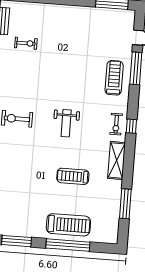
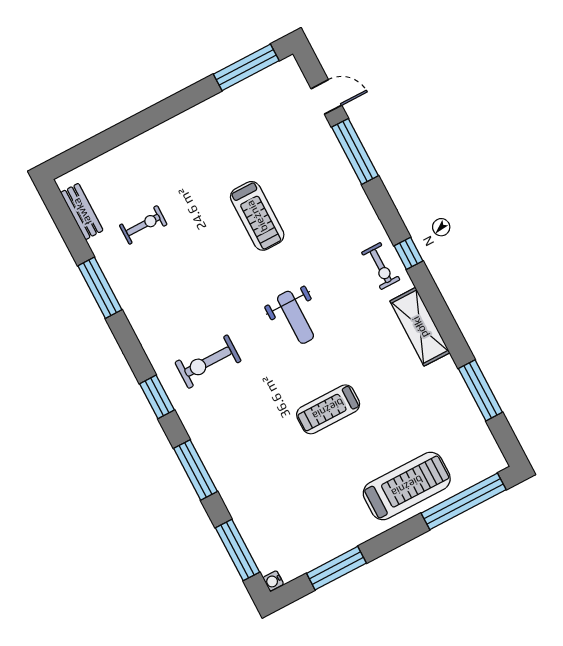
treadmill: (114, 78) -> (257, 216), moved, turned 180
treadmill: (73, 176) -> (328, 409), moved
window: (68, 245) -> (464, 501), moved

